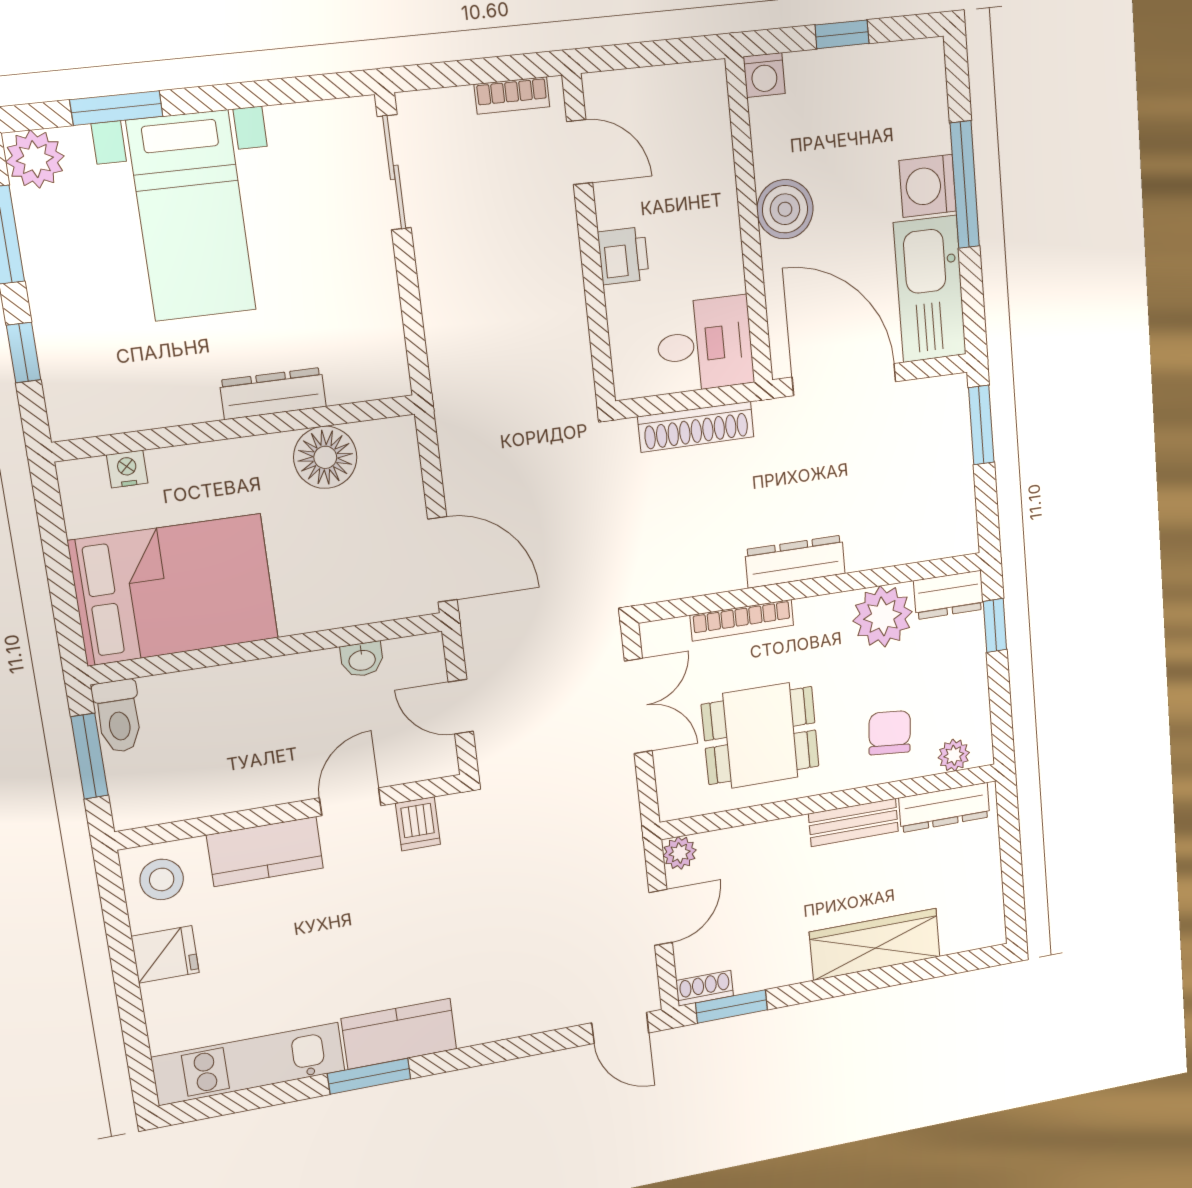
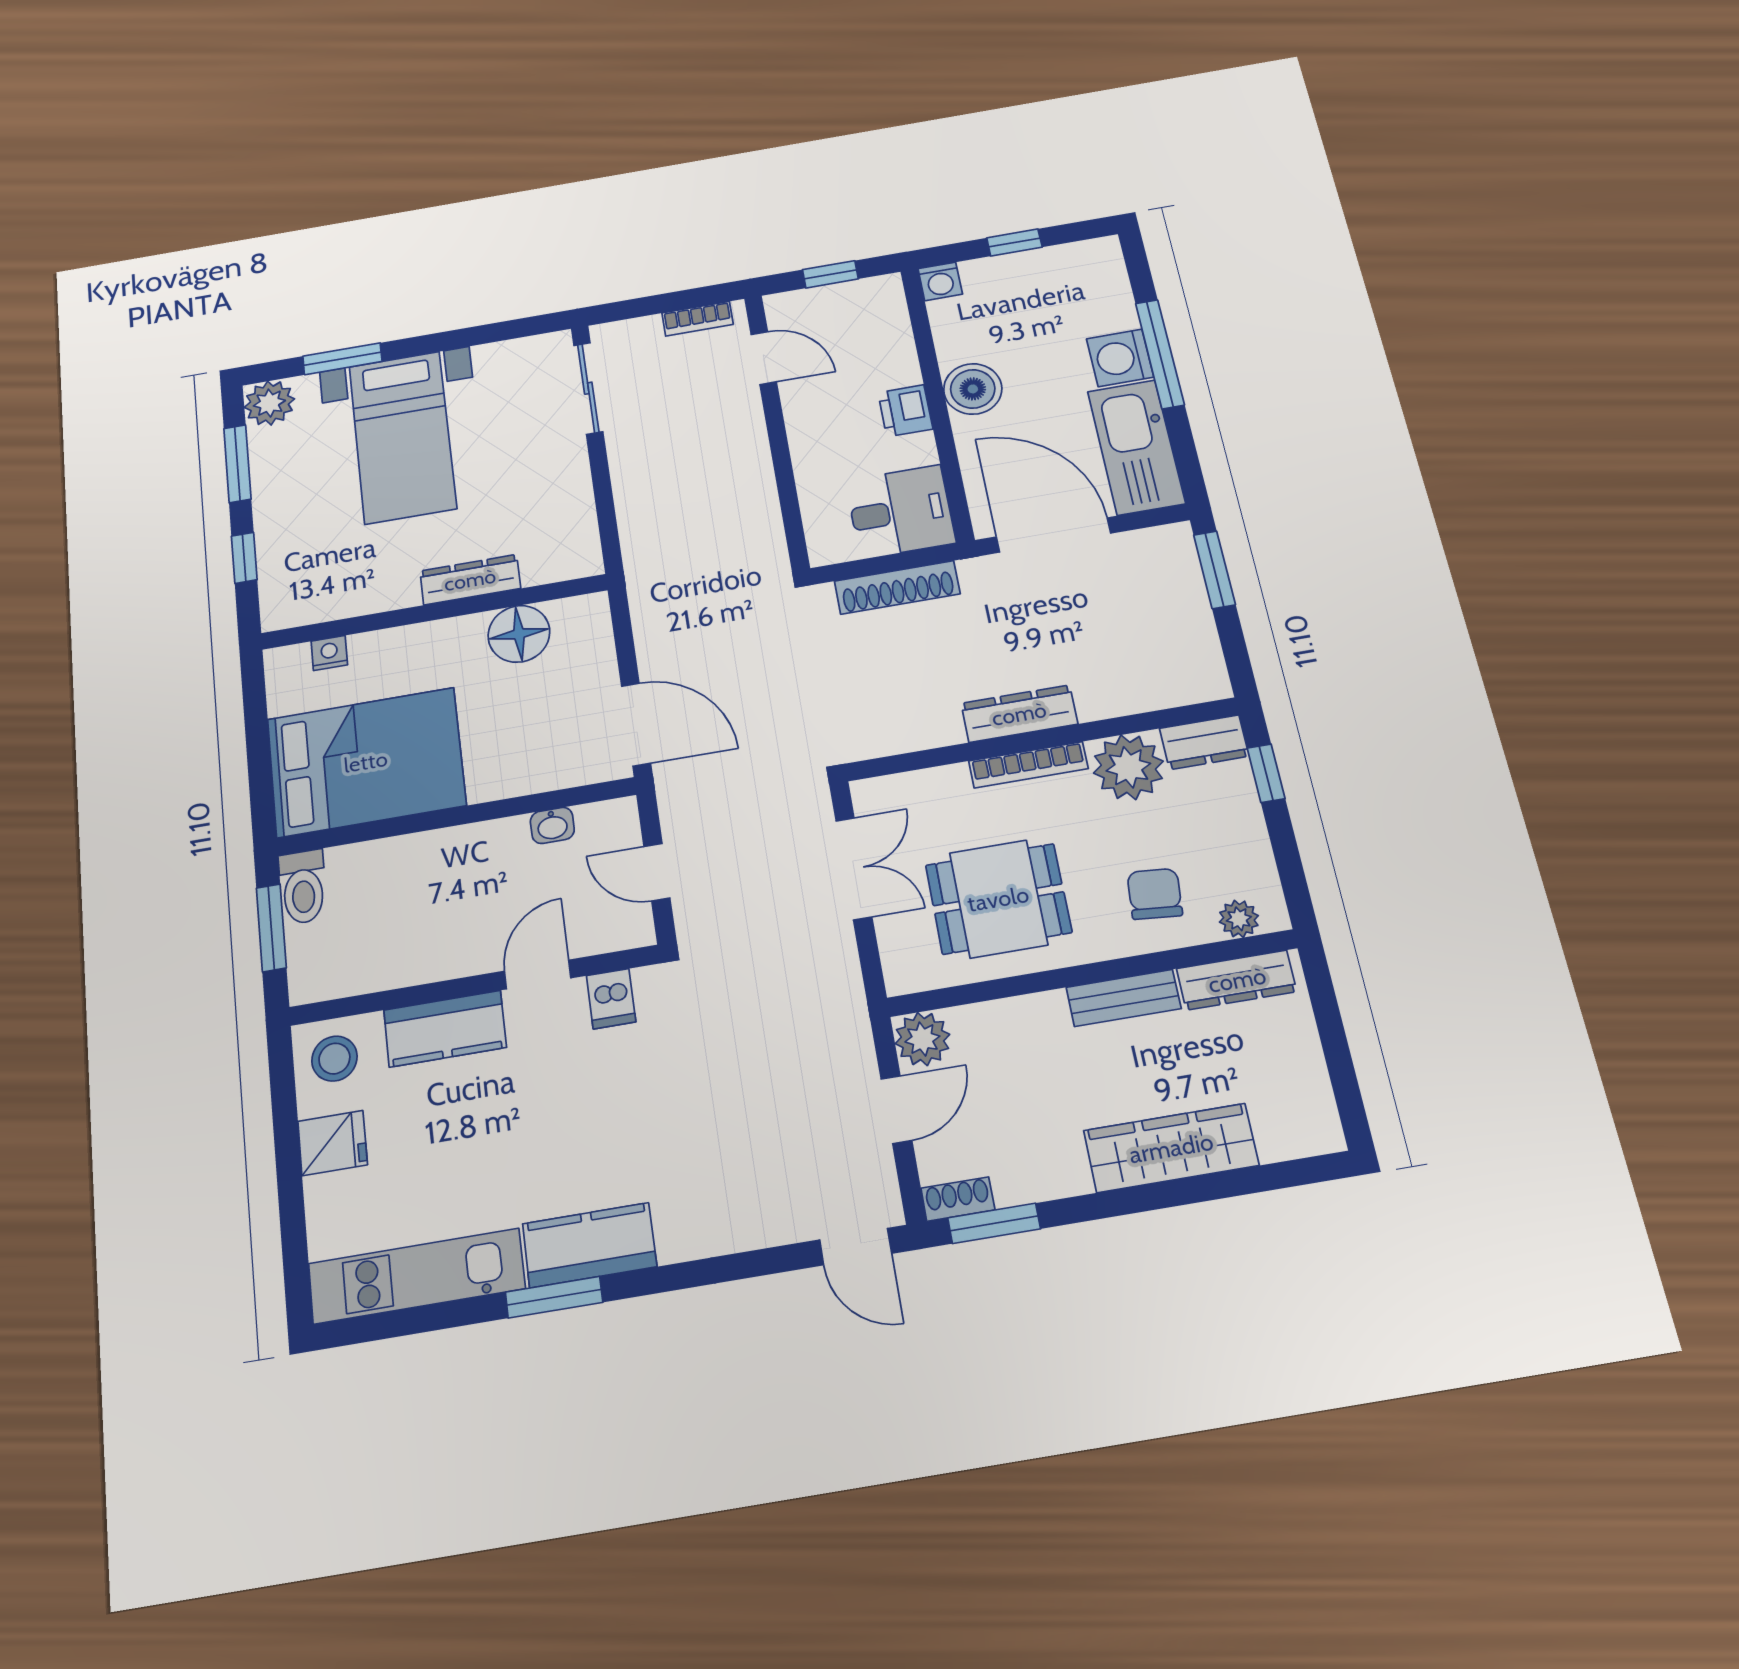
window: (653, 53) -> (830, 274), added
printer: (623, 256) -> (905, 411), moved, turned 180
bookcase: (742, 620) -> (1028, 765), moved
plant: (680, 853) -> (922, 1039), width x1.38, depth x1.38

